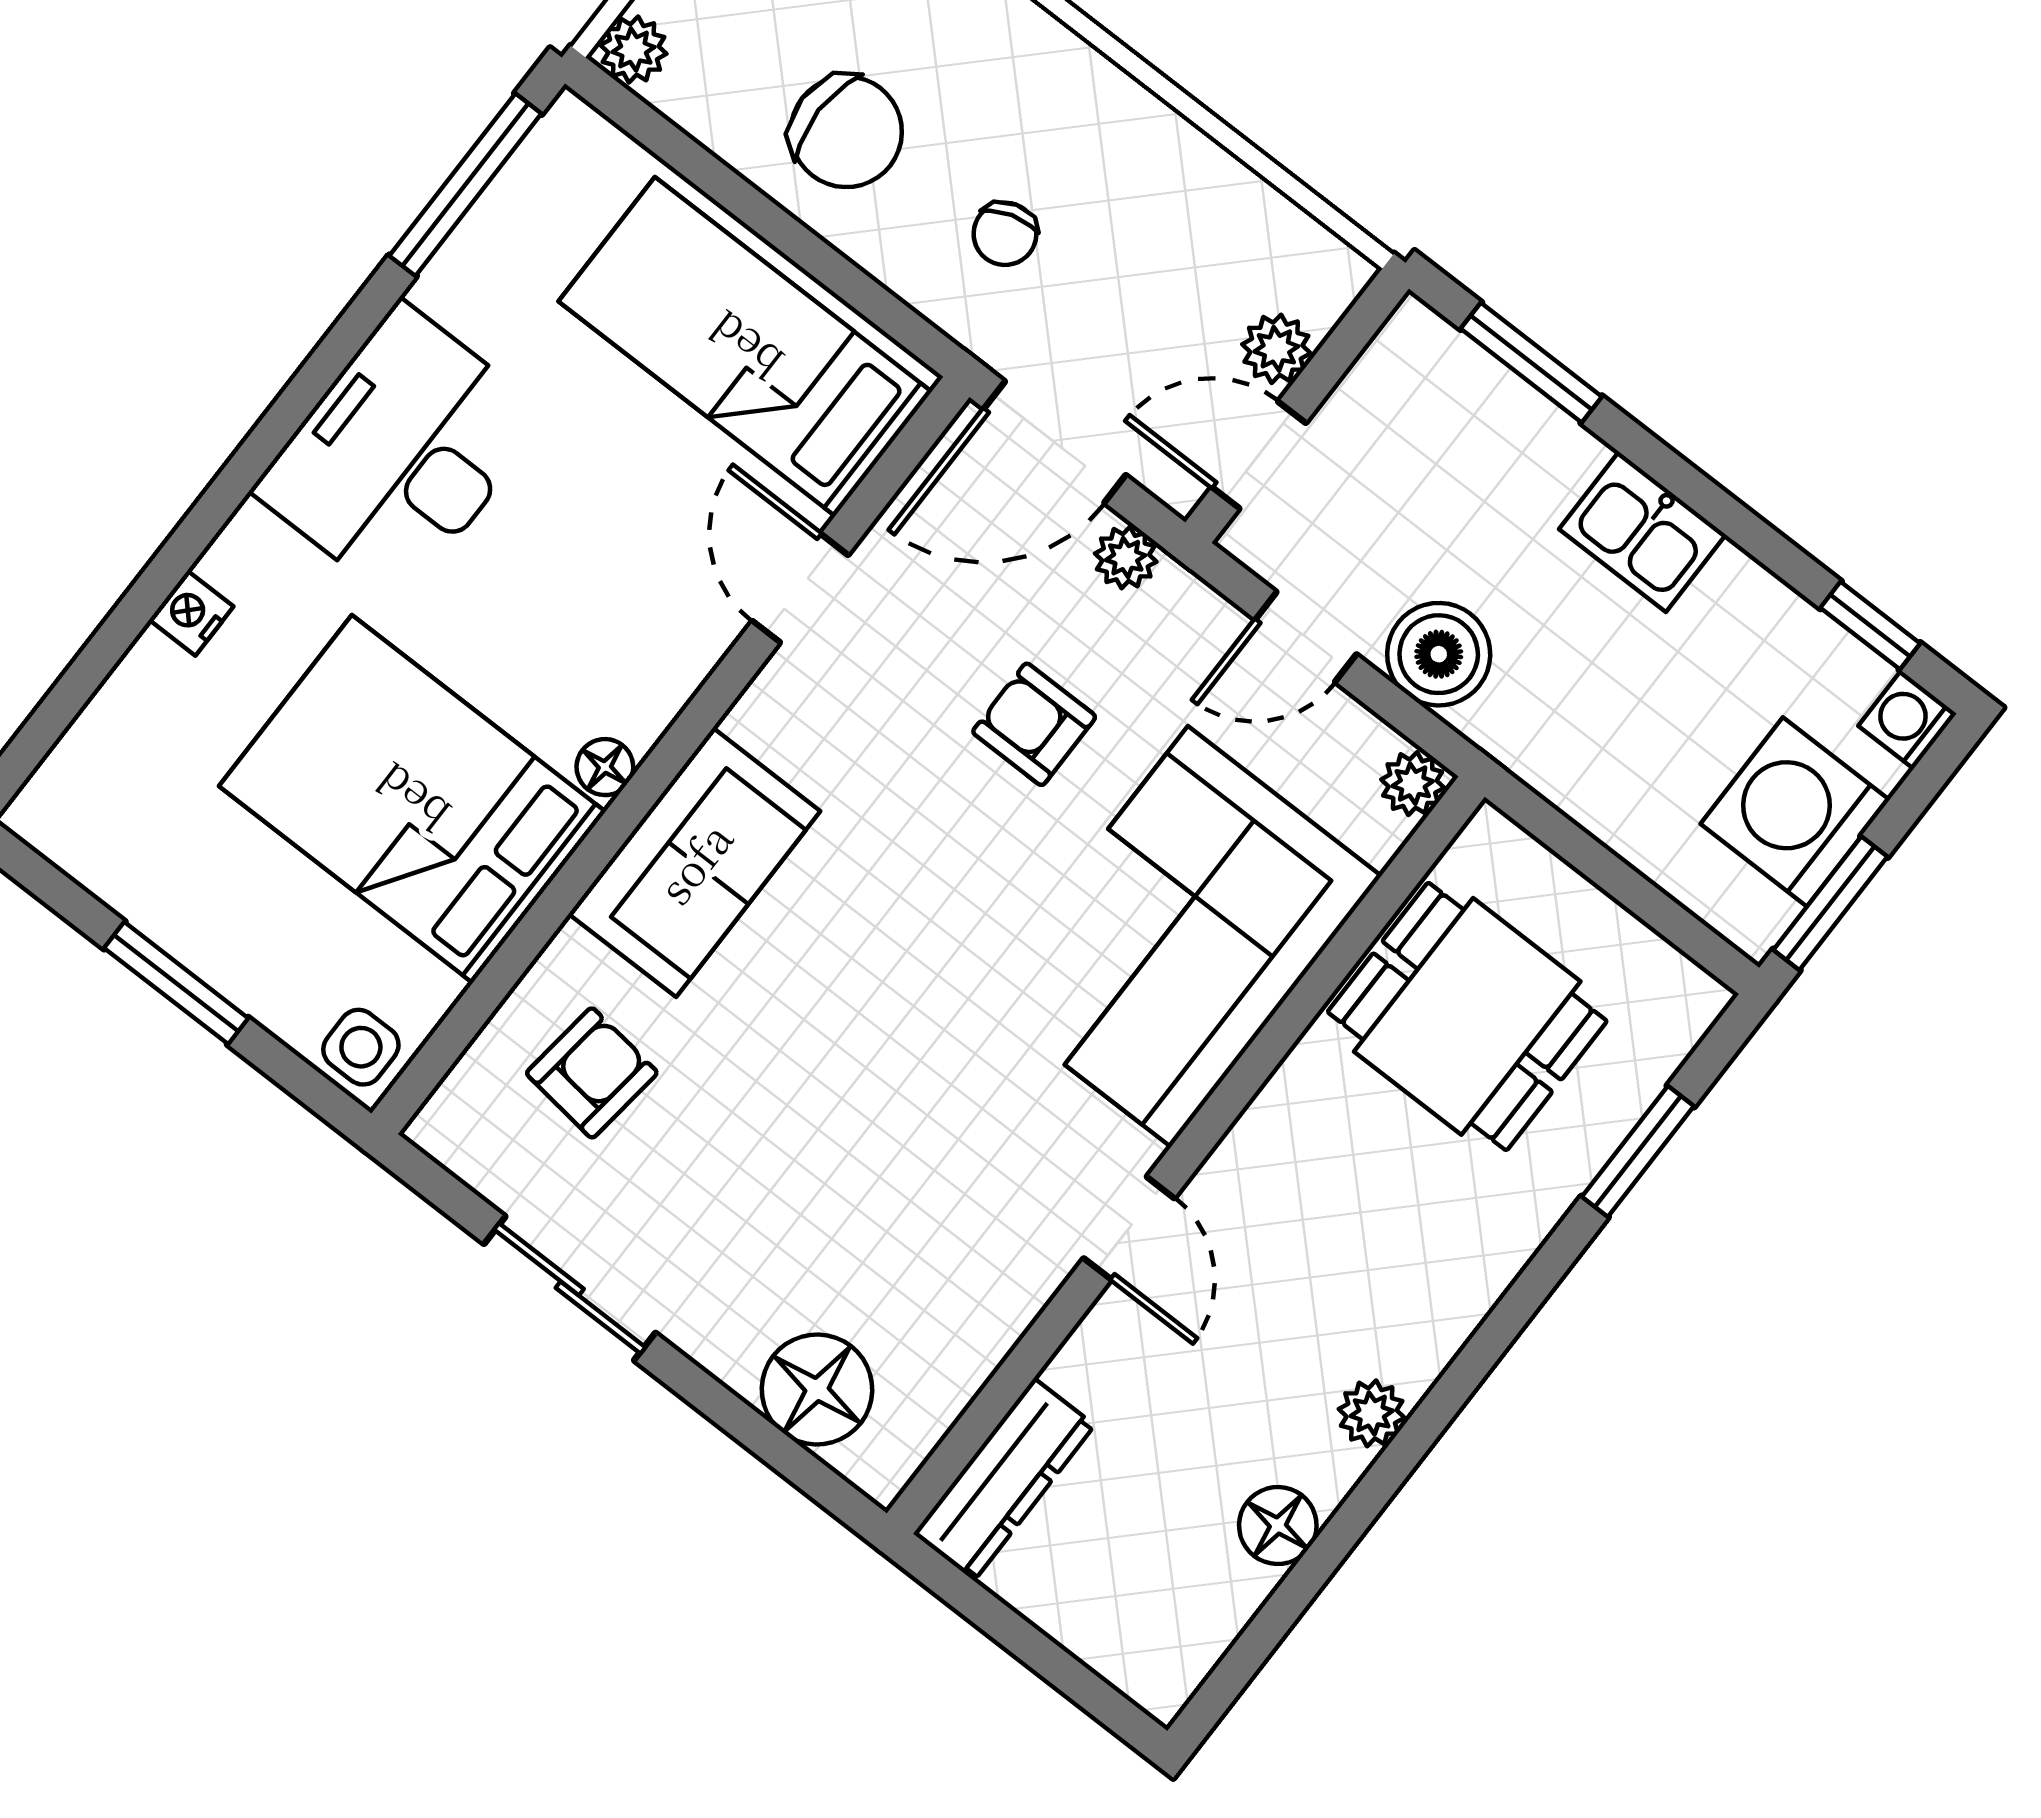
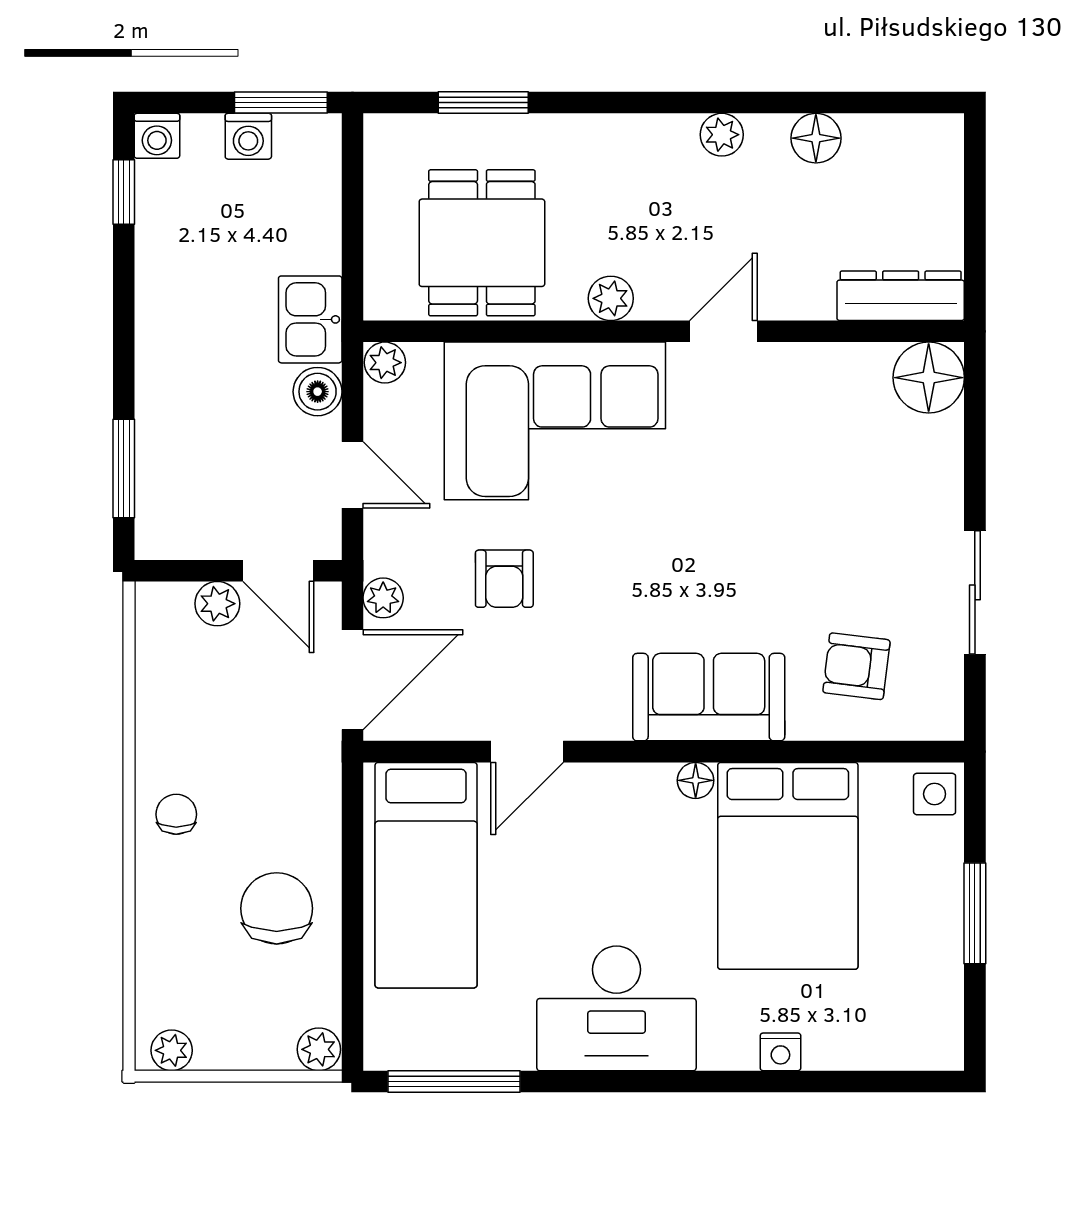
chair: (1005, 234) -> (176, 814), moved, turned -73
door: (1055, 442) -> (352, 680), hinge flipped
kitchen sink: (1642, 532) -> (310, 319), moved, turned 180
boiler: (1439, 654) -> (318, 392), width x0.73, depth x0.73
washing machine: (1795, 812) -> (248, 136), width x0.53, depth x0.53
plant: (1277, 1122) -> (611, 298), added
floor lamp: (817, 1389) -> (929, 378), moved

